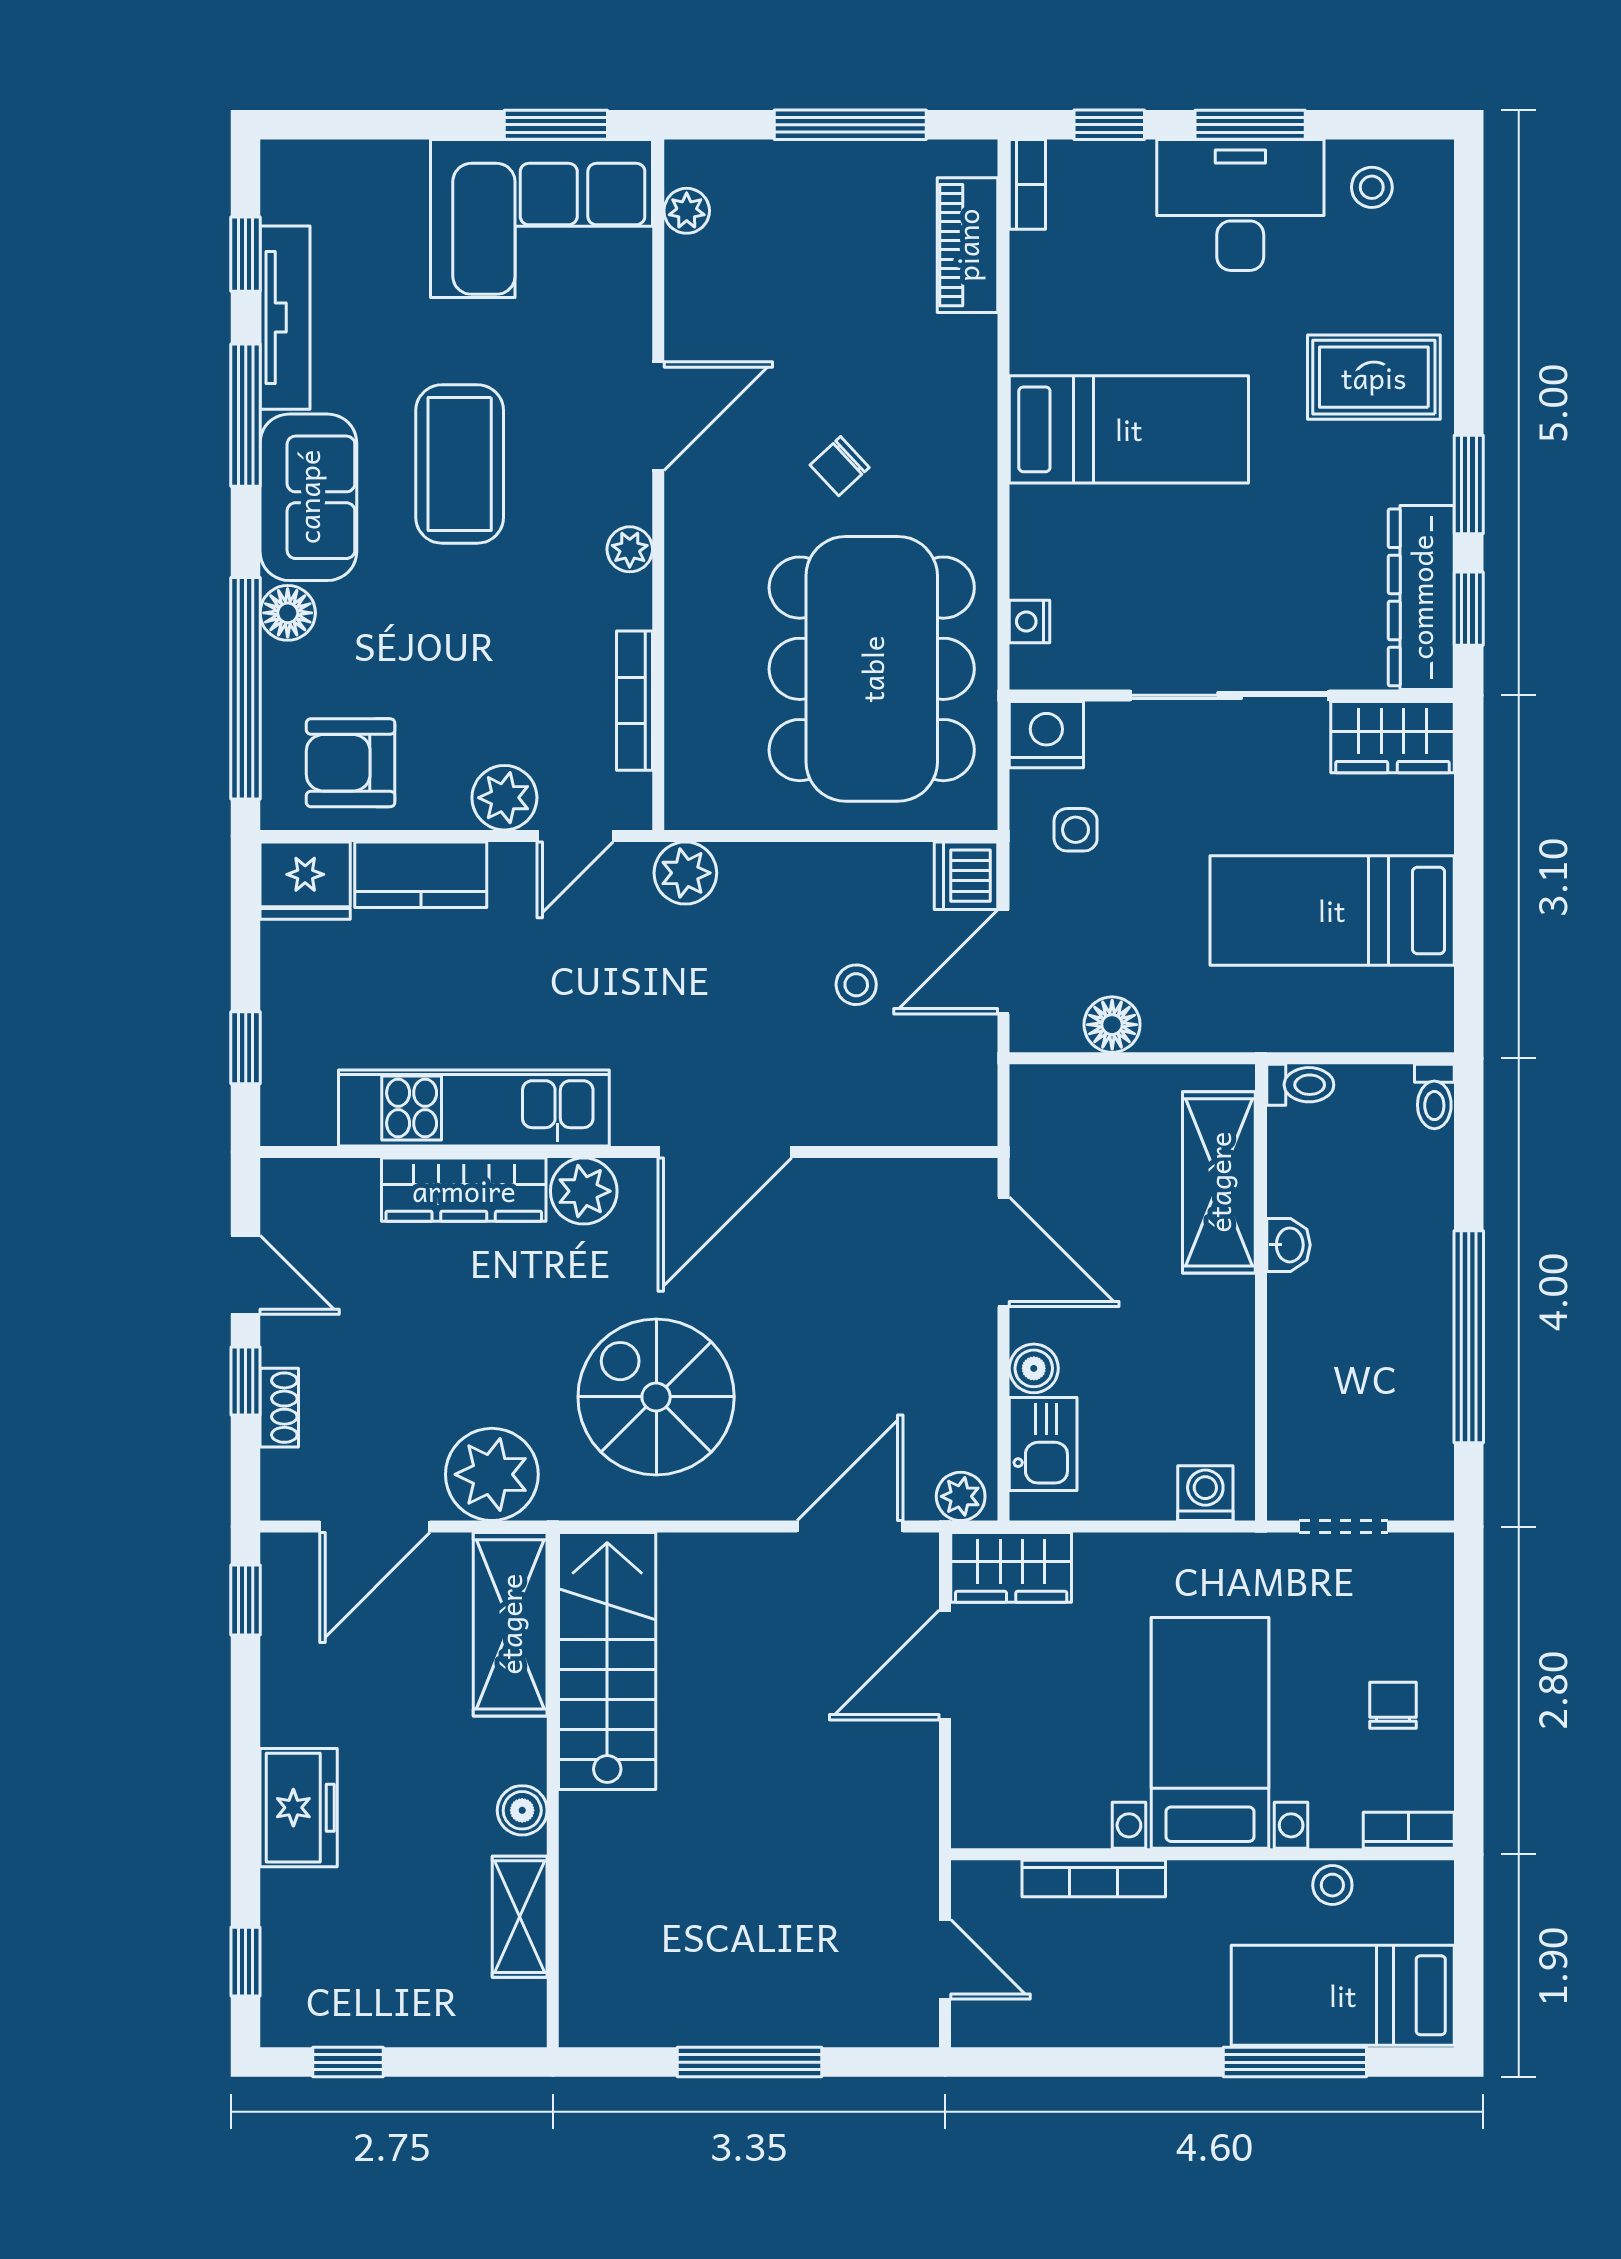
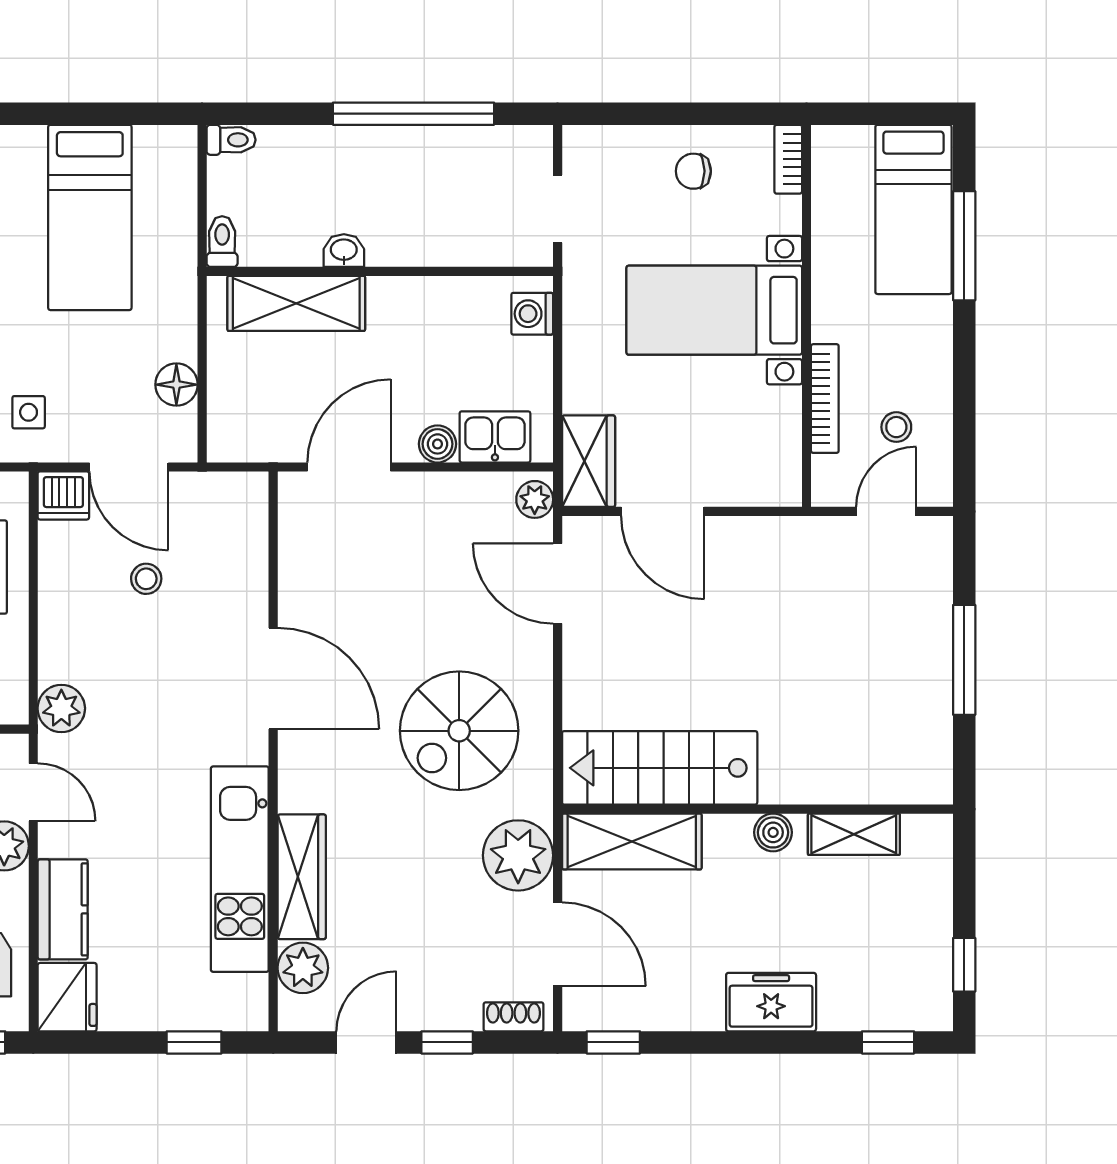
plant: (584, 1191) -> (303, 968), moved
shoe rack: (279, 1408) -> (514, 1017), moved
stool: (1332, 1885) -> (896, 427), moved

